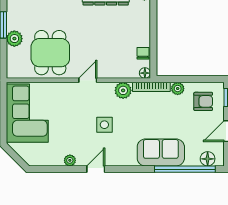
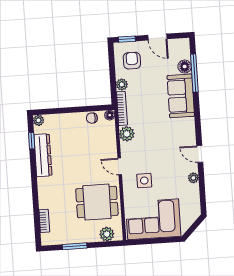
plant: (14, 39) -> (107, 234), moved
side table: (104, 125) -> (144, 181), moved
floor lamp: (208, 159) -> (185, 67), moved
window: (185, 169) -> (194, 73), width x0.68

